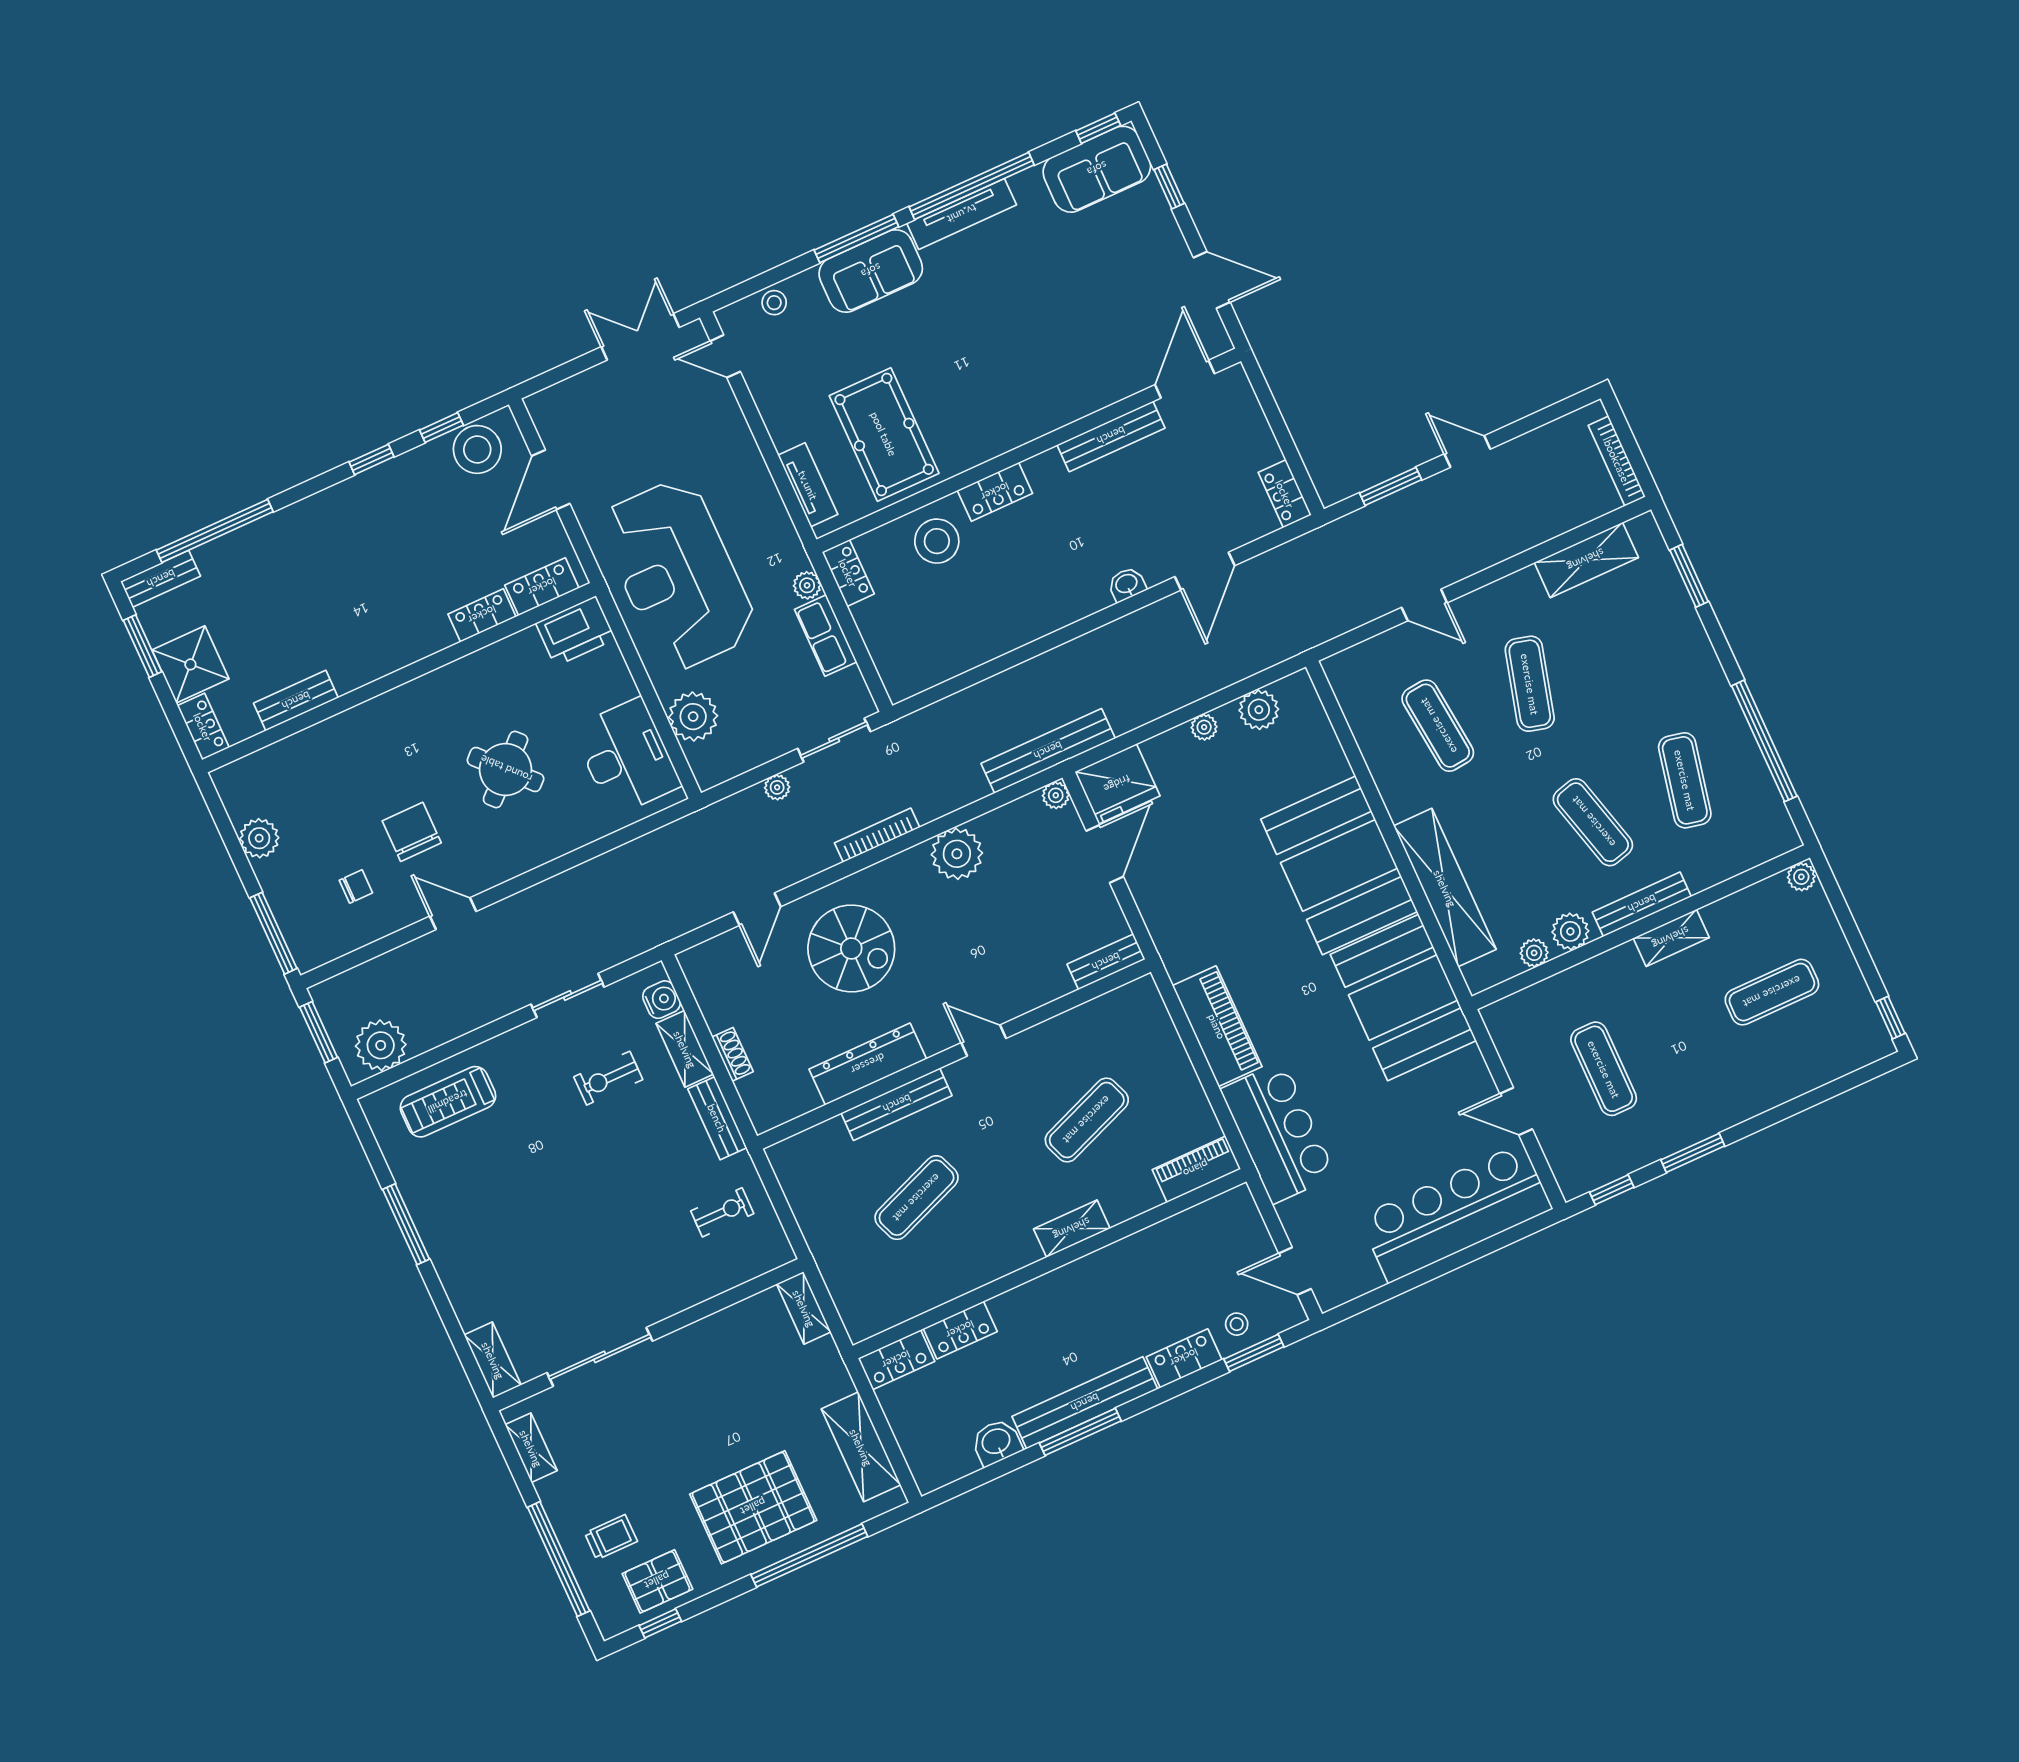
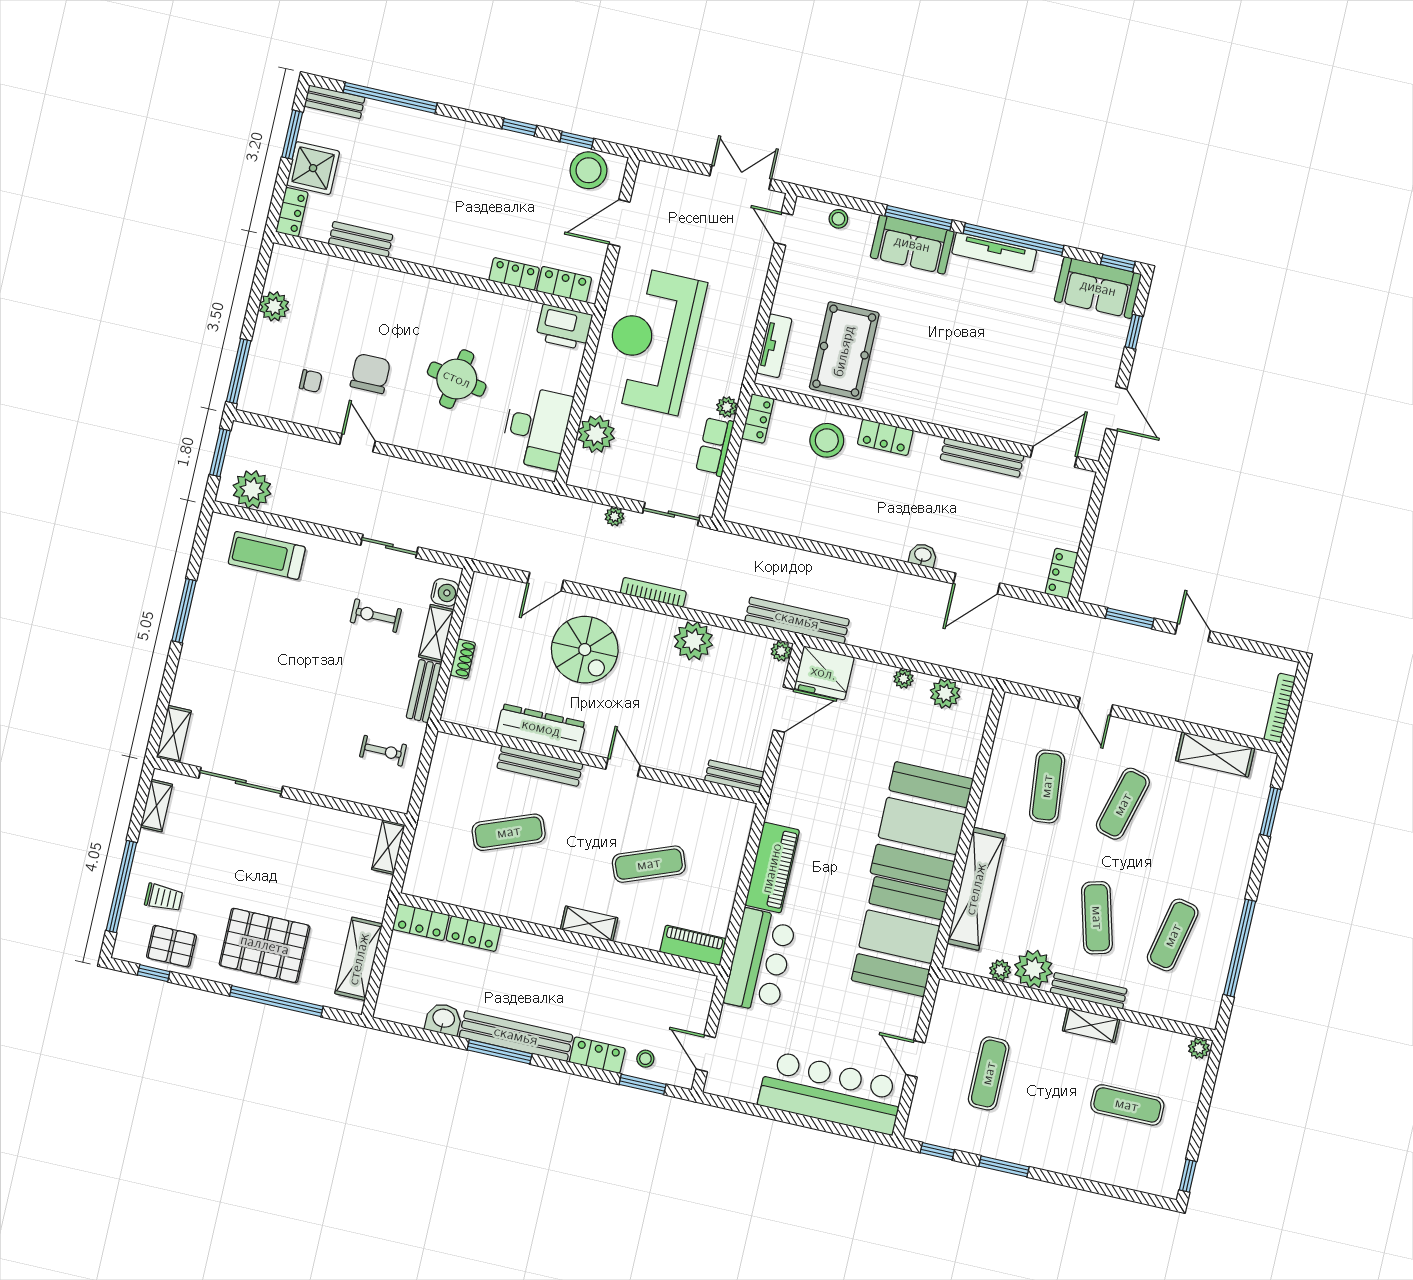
round table: (506, 769) -> (457, 379), turned -37
plant: (1570, 931) -> (1033, 969), width x1.36, depth x1.36

